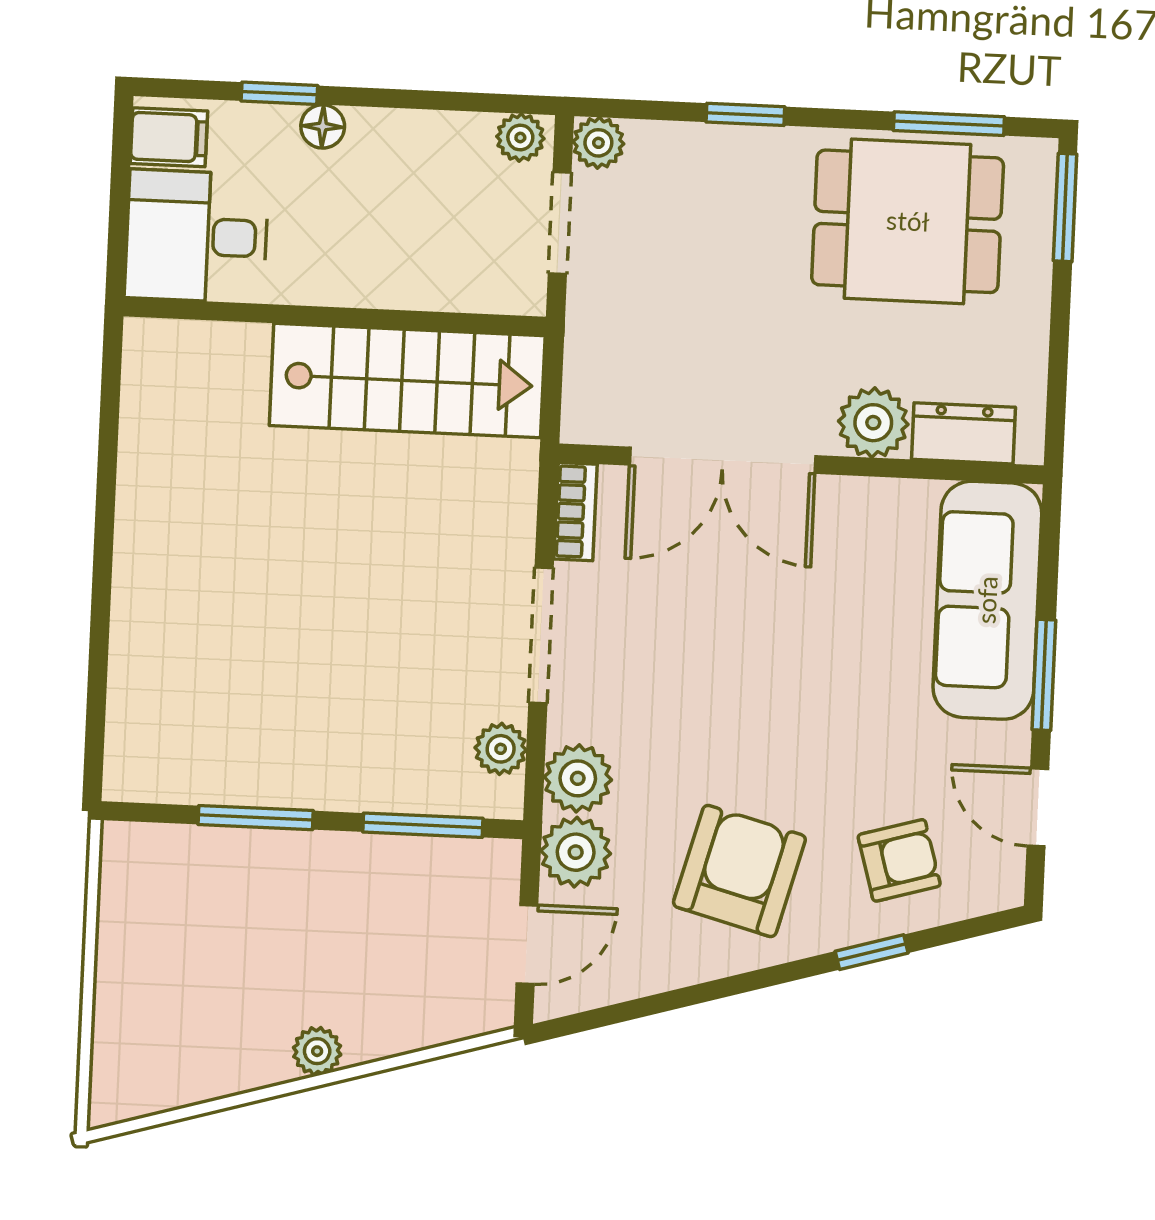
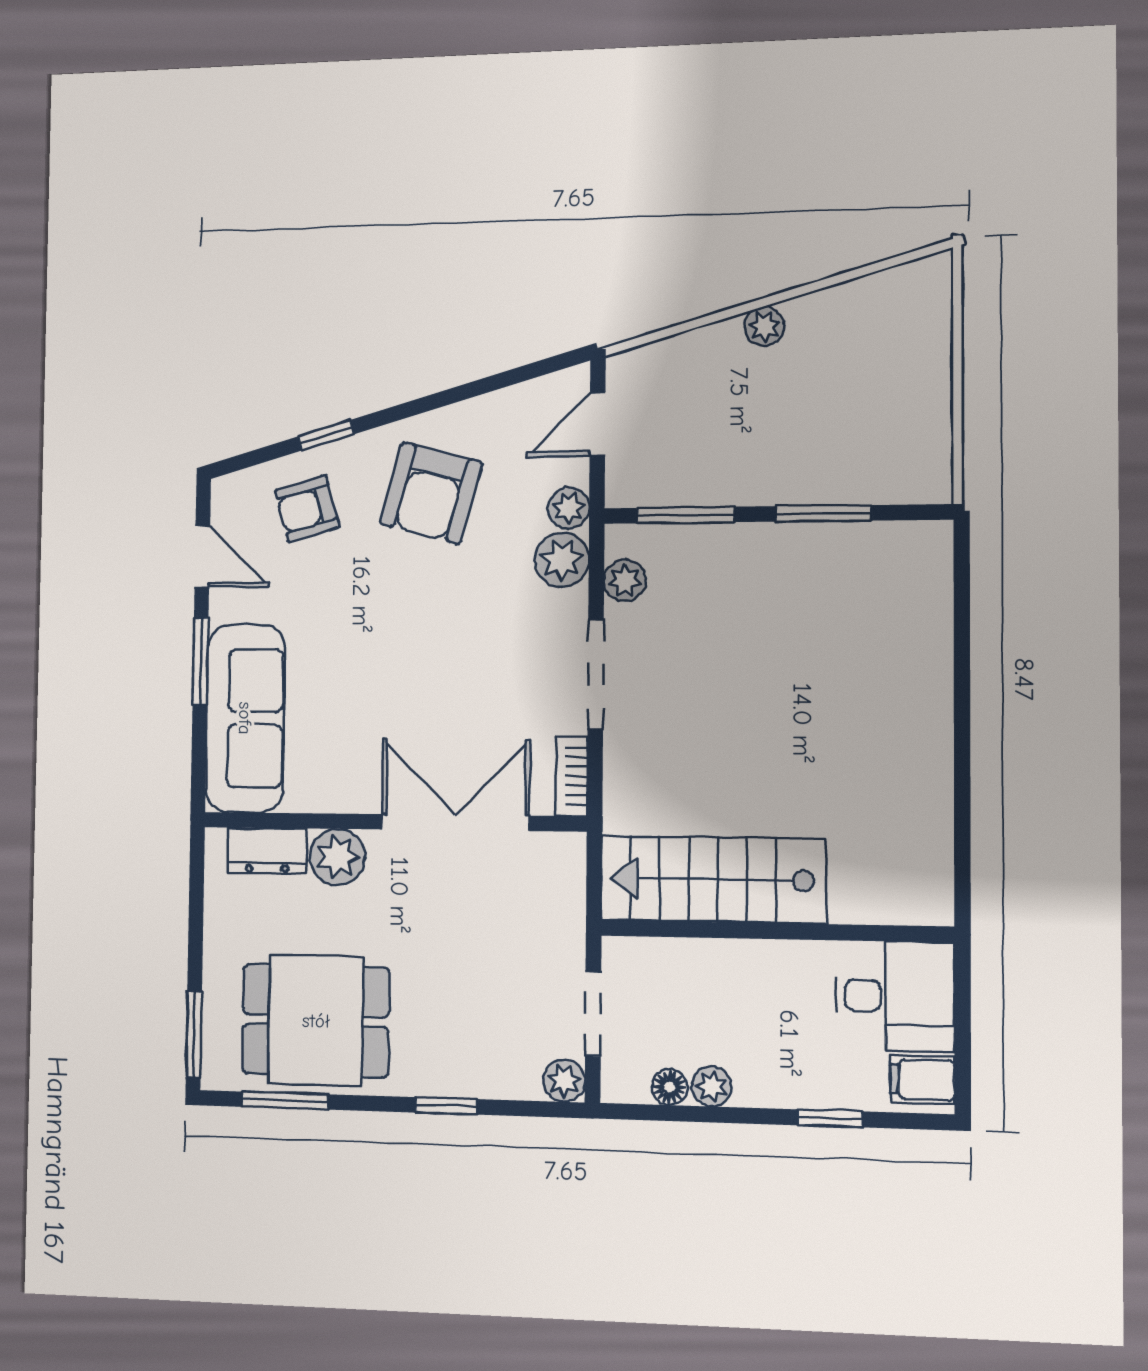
floor lamp: (323, 126) -> (670, 1087), moved
plant: (520, 138) -> (712, 1087), moved
plant: (576, 852) -> (569, 508), width x0.73, depth x0.73

